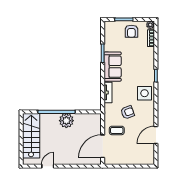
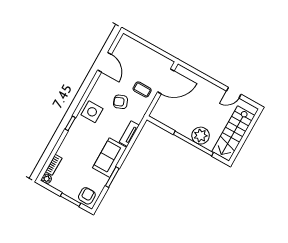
armchair: (131, 31) -> (87, 196), moved
plant: (66, 121) -> (201, 136), moved
door: (156, 135) -> (105, 62), hinge flipped

